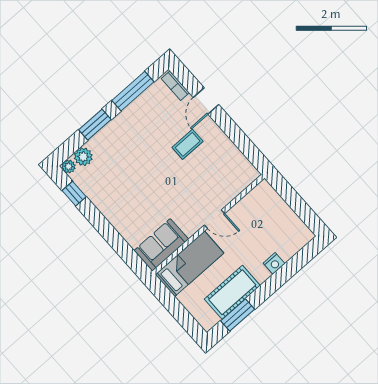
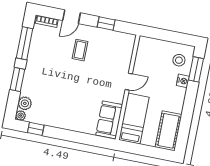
door: (206, 101) -> (71, 17), hinge flipped
window: (238, 137) -> (106, 24), added
stool: (287, 238) -> (179, 60), added
cot: (232, 292) -> (168, 131), moved
window: (238, 315) -> (196, 69), moved

